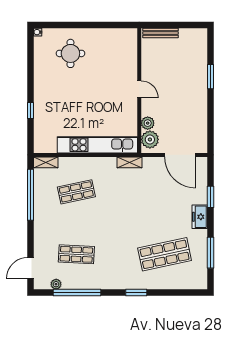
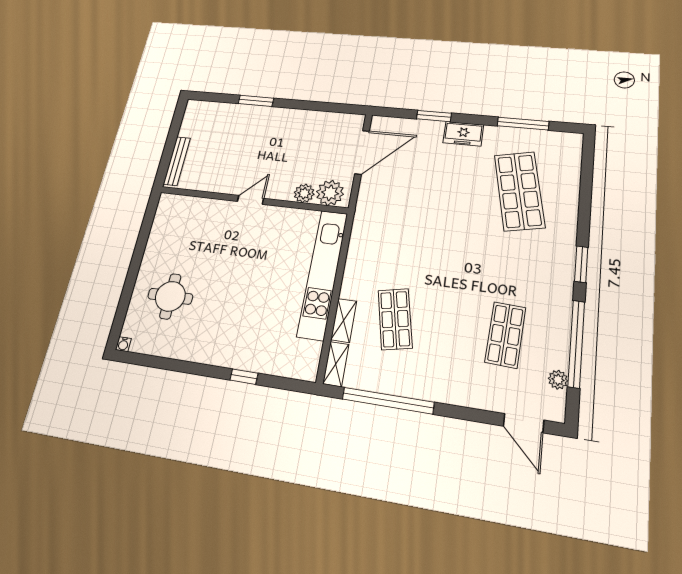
shelving: (129, 162) -> (344, 320), moved
window: (136, 292) -> (581, 264), moved

